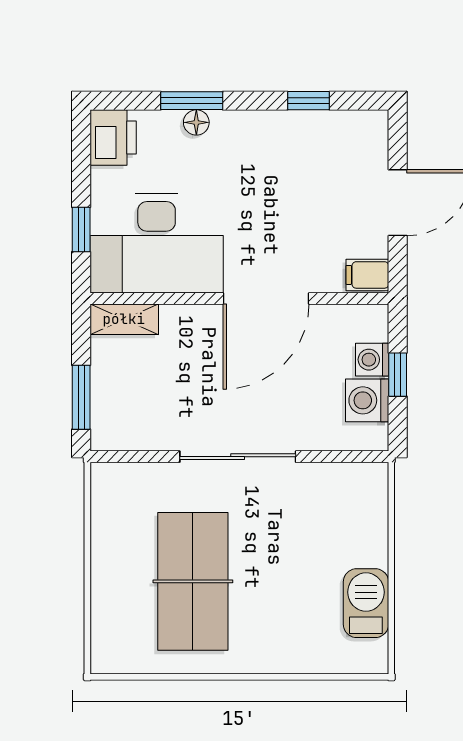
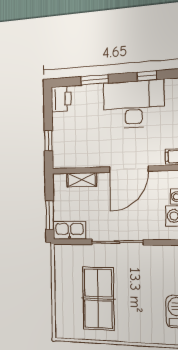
floor lamp: (196, 122) -> (97, 90), removed
desk: (157, 243) -> (133, 104), moved, turned 180
shelving: (124, 319) -> (82, 180), moved
kitchen sink: (128, 431) -> (69, 230), added

